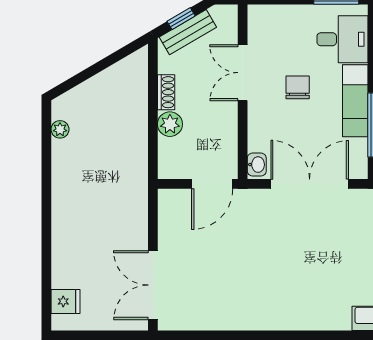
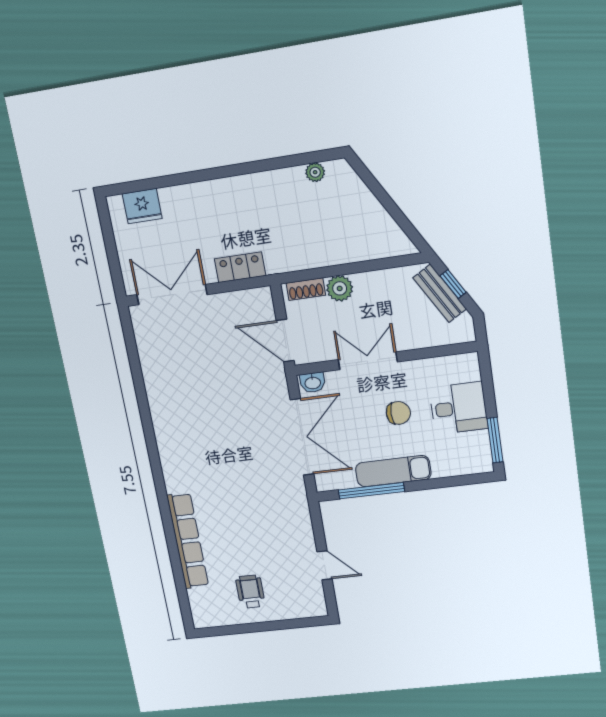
desk: (342, 39) -> (458, 408), moved, turned -90
double door: (243, 73) -> (368, 361), moved
shoe rack: (166, 92) -> (306, 289), moved
locker: (136, 215) -> (240, 267), added
fridge: (66, 301) -> (142, 206), width x1.38

